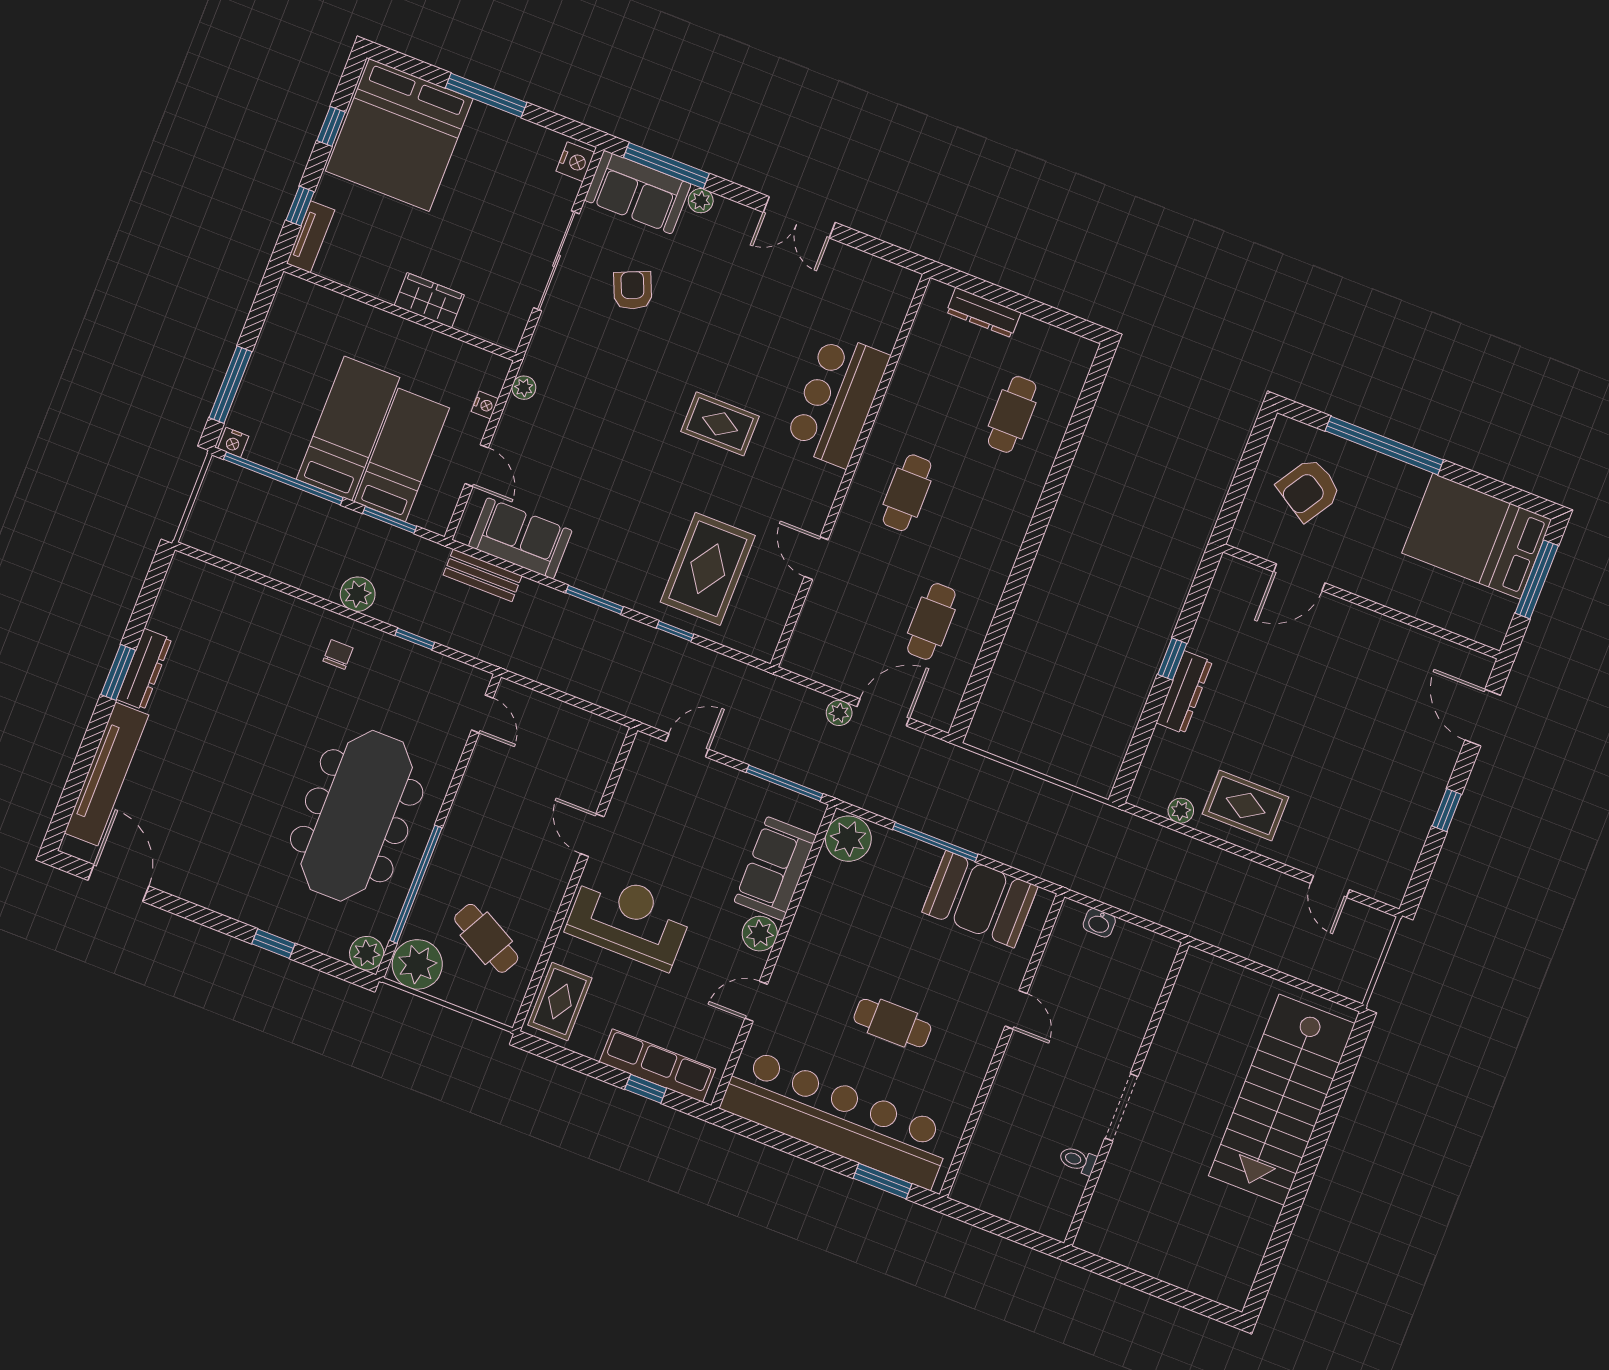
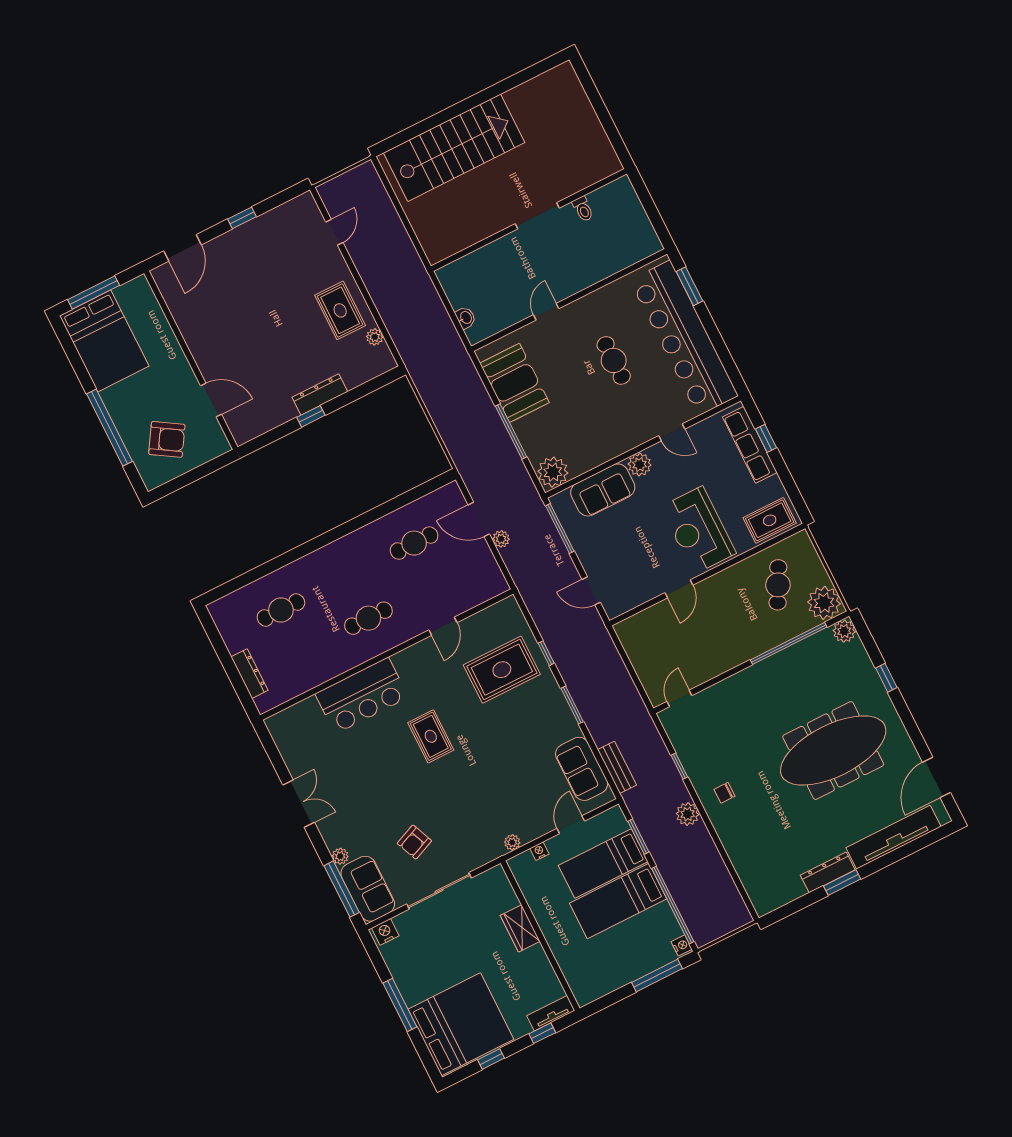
meeting table: (357, 816) -> (833, 751), moved

